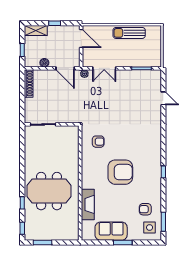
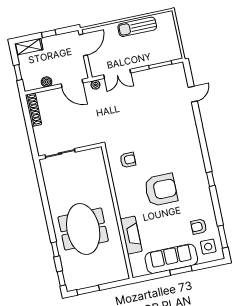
door: (81, 38) -> (83, 45), hinge flipped
door: (163, 98) -> (193, 94), hinge flipped
meeting table: (49, 191) -> (83, 229), turned 90
sofa: (111, 231) -> (171, 259), width x1.36

